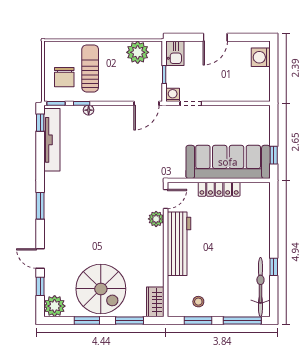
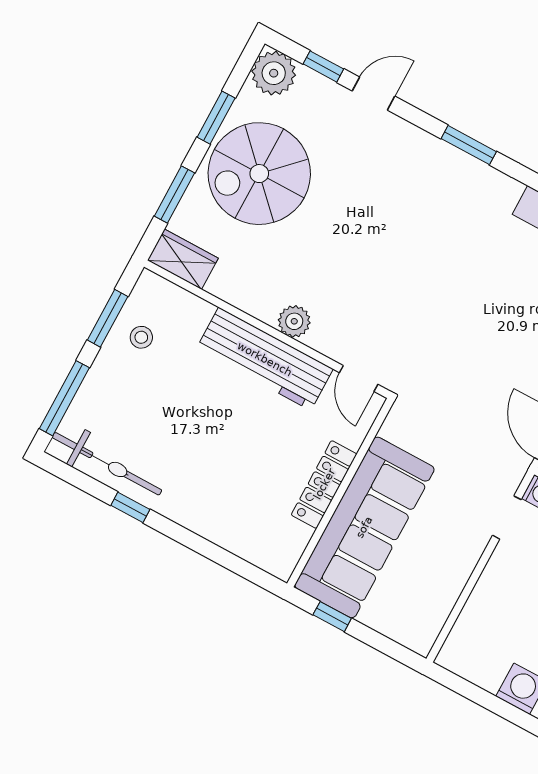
plant: (156, 219) -> (294, 321), moved

